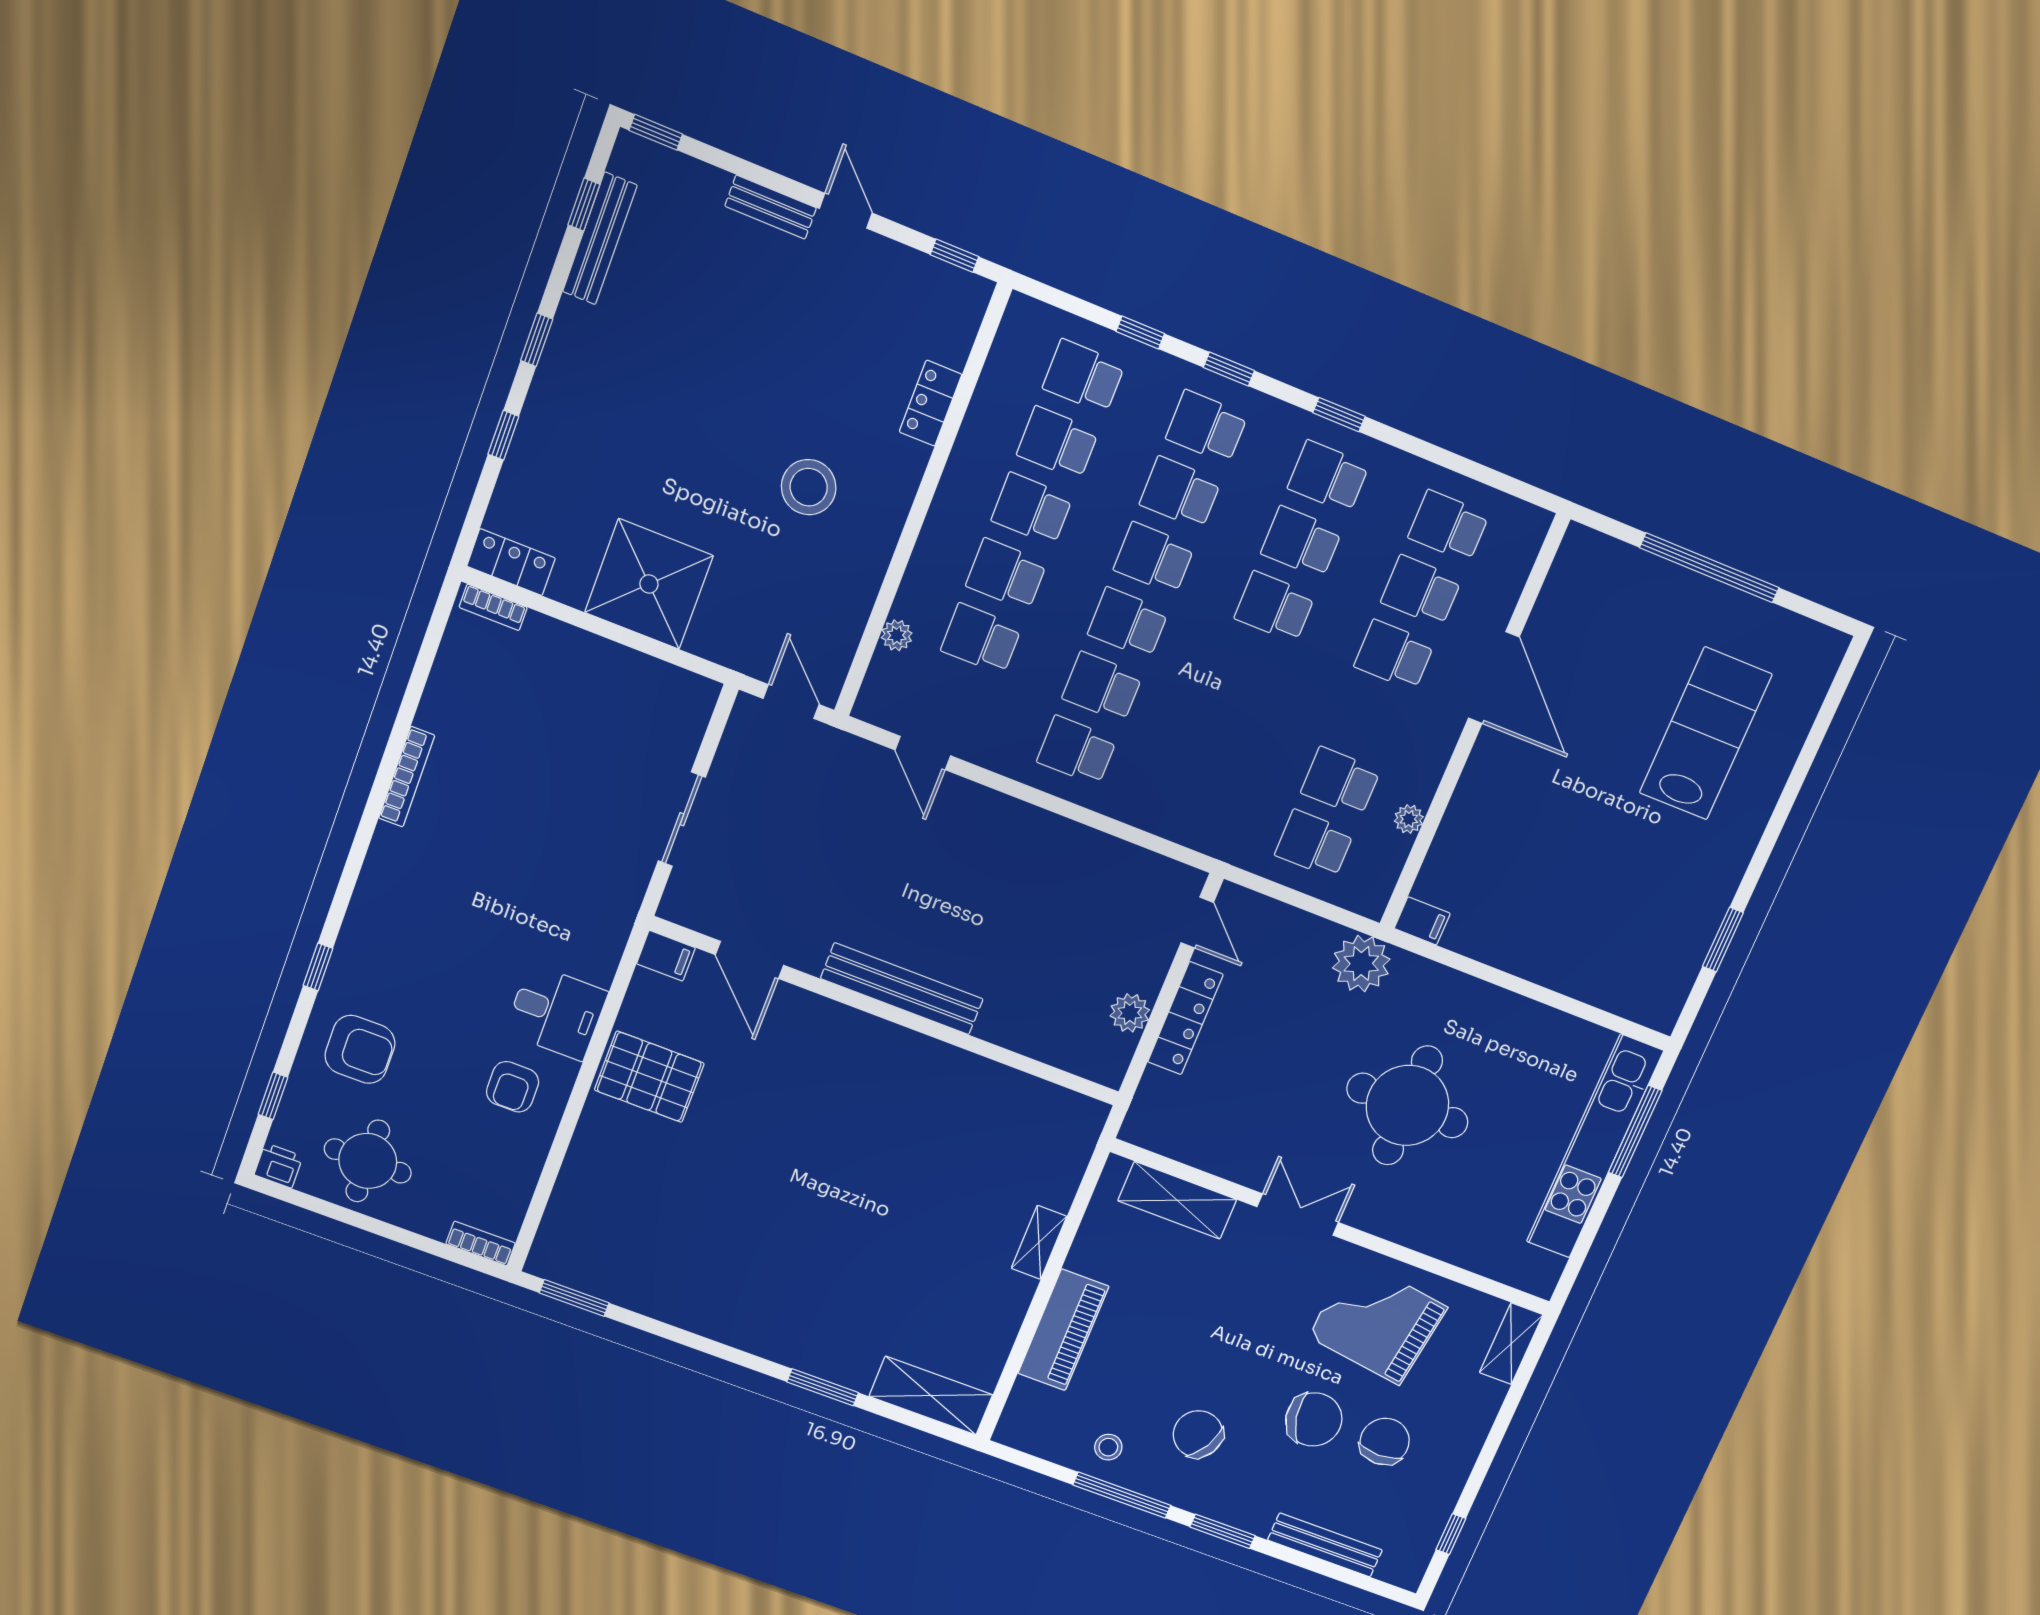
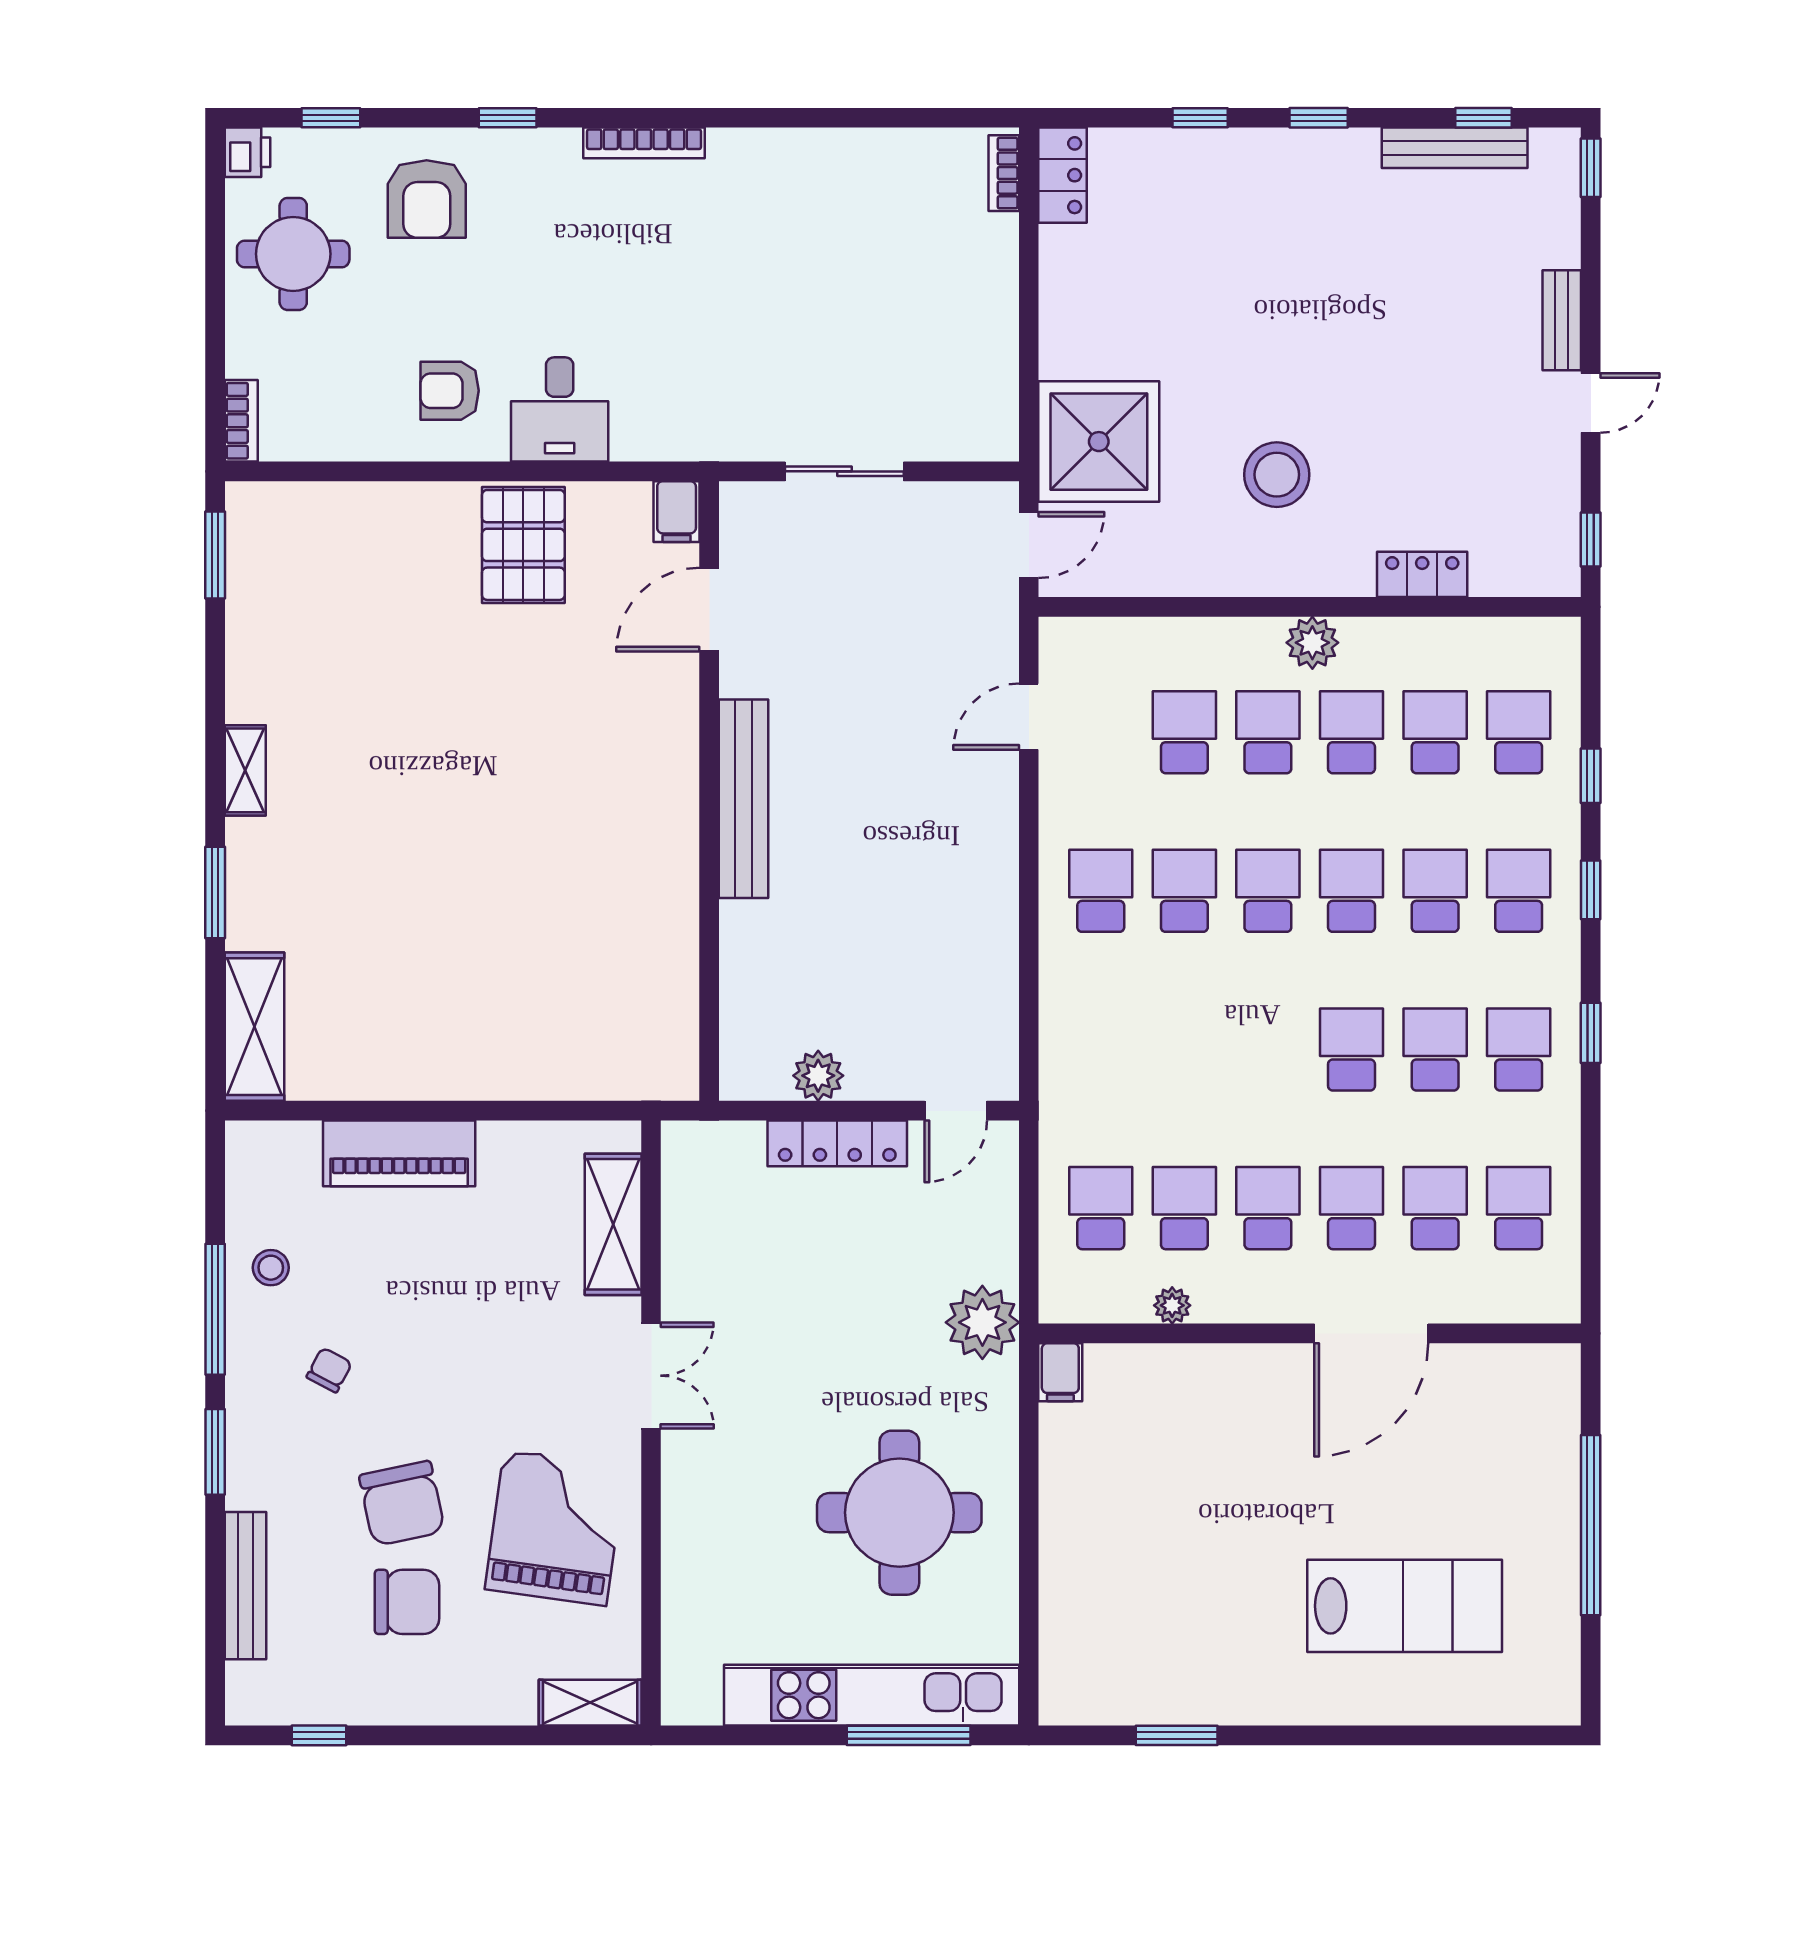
shower: (649, 584) -> (1099, 442), moved
plant: (897, 635) -> (1312, 643), moved, width x1.38, depth x1.38
school desk: (1367, 719) -> (1268, 1208), added
bookcase: (407, 777) -> (644, 143), moved
round table: (1407, 1105) -> (899, 1513), moved
shelving: (1039, 1242) -> (245, 770), moved, turned 90
chair: (1198, 1434) -> (329, 1370), width x0.54, depth x0.54

